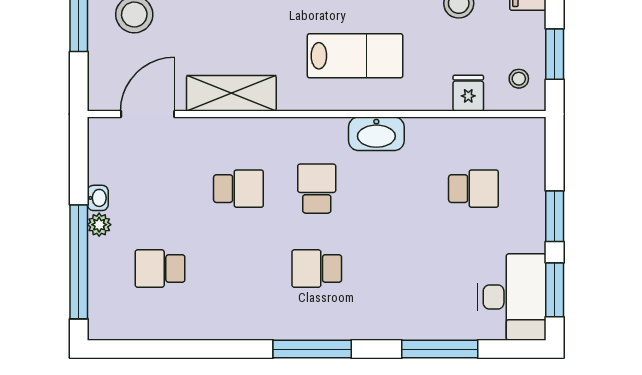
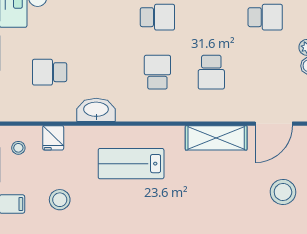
washbasin: (376, 134) -> (96, 110), moved
school desk: (238, 189) -> (211, 72), turned -90
school desk: (317, 189) -> (157, 72), turned 180

